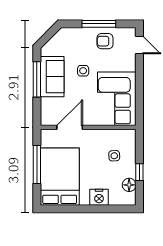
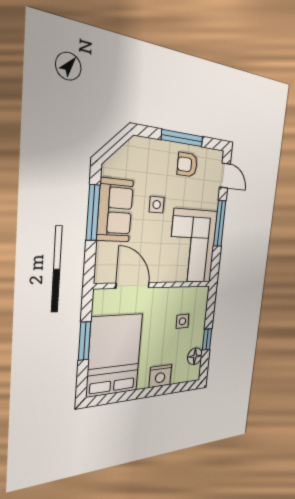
window: (139, 81) -> (220, 223), added
door: (70, 127) -> (133, 285), hinge flipped
window: (37, 165) -> (85, 341), width x0.69

